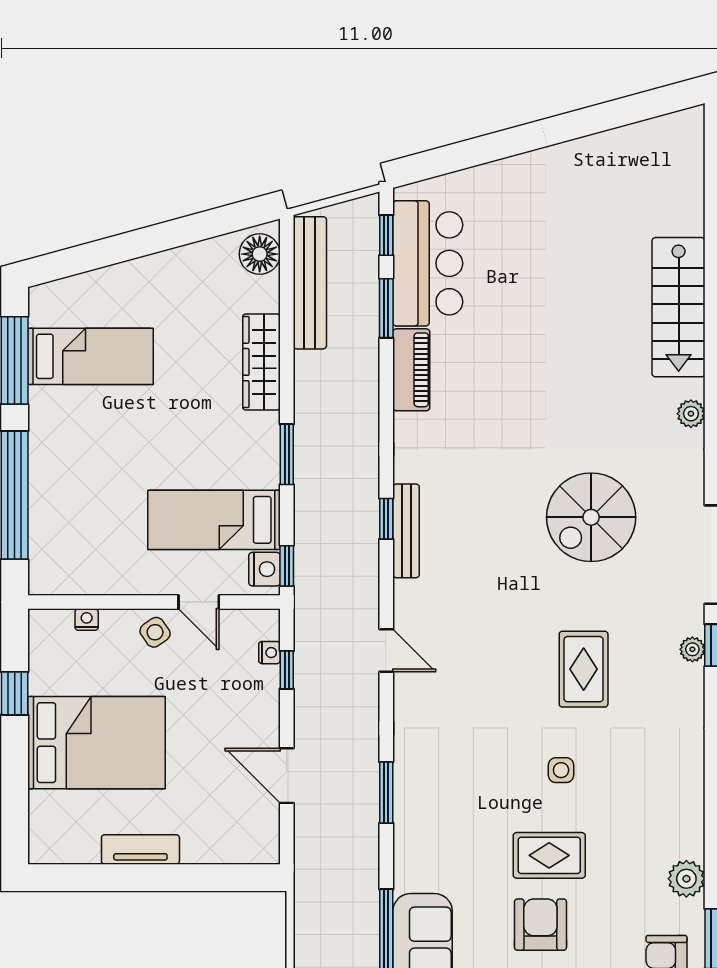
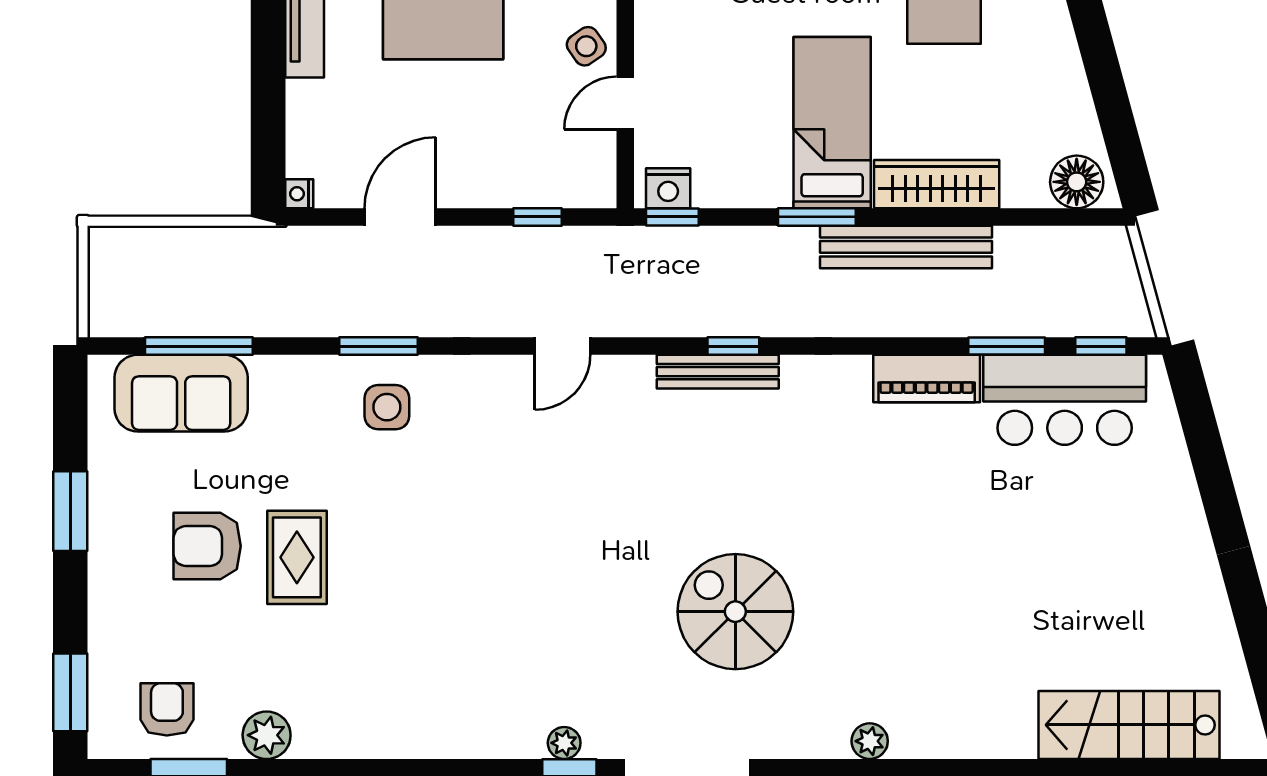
bench: (310, 283) -> (906, 247), moved
stairs: (679, 307) -> (1129, 725), moved
bed: (214, 520) -> (832, 123), moved
nightstand: (269, 653) -> (299, 194), moved, turned 90
rug: (584, 669) -> (538, 602), removed
side table: (561, 770) -> (387, 407), moved, width x1.37, depth x1.37
armchair: (540, 925) -> (207, 546), turned 180

